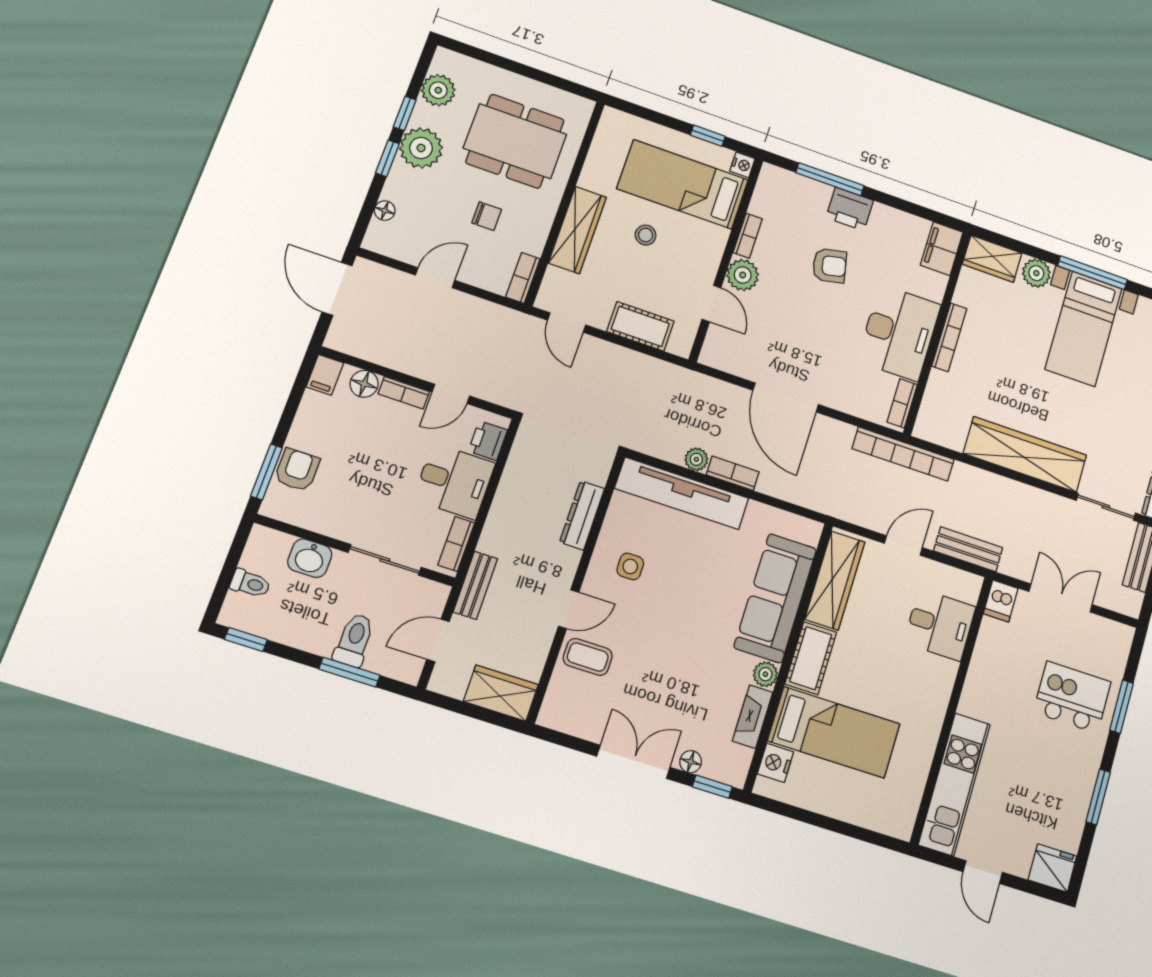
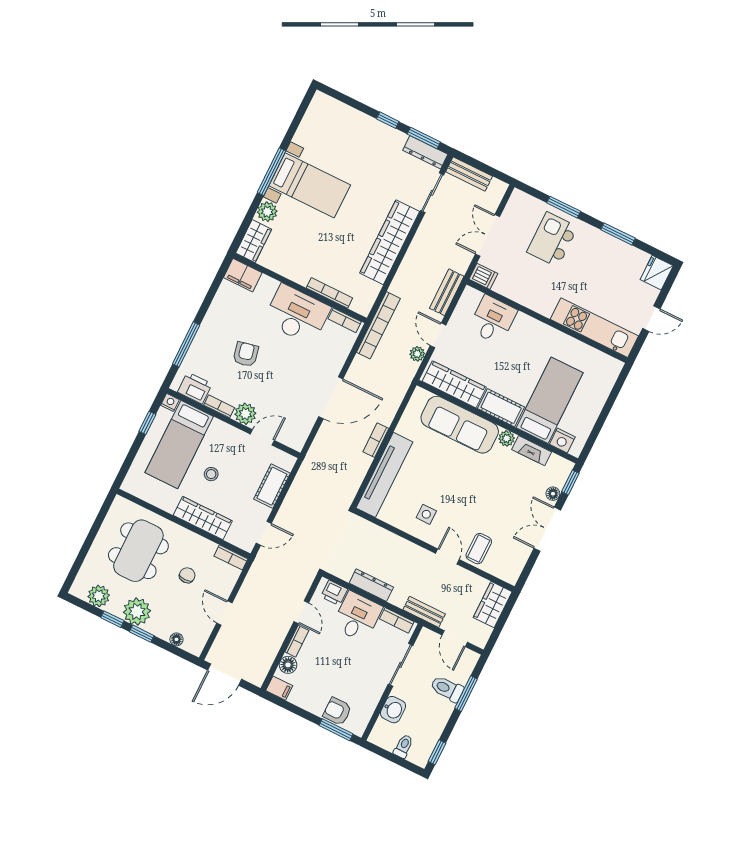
printer: (850, 209) -> (195, 388), moved, turned -90
bookcase: (949, 337) -> (329, 293), moved
plant: (696, 459) -> (417, 354), moved
dresser: (582, 515) -> (371, 585), moved, turned 180

